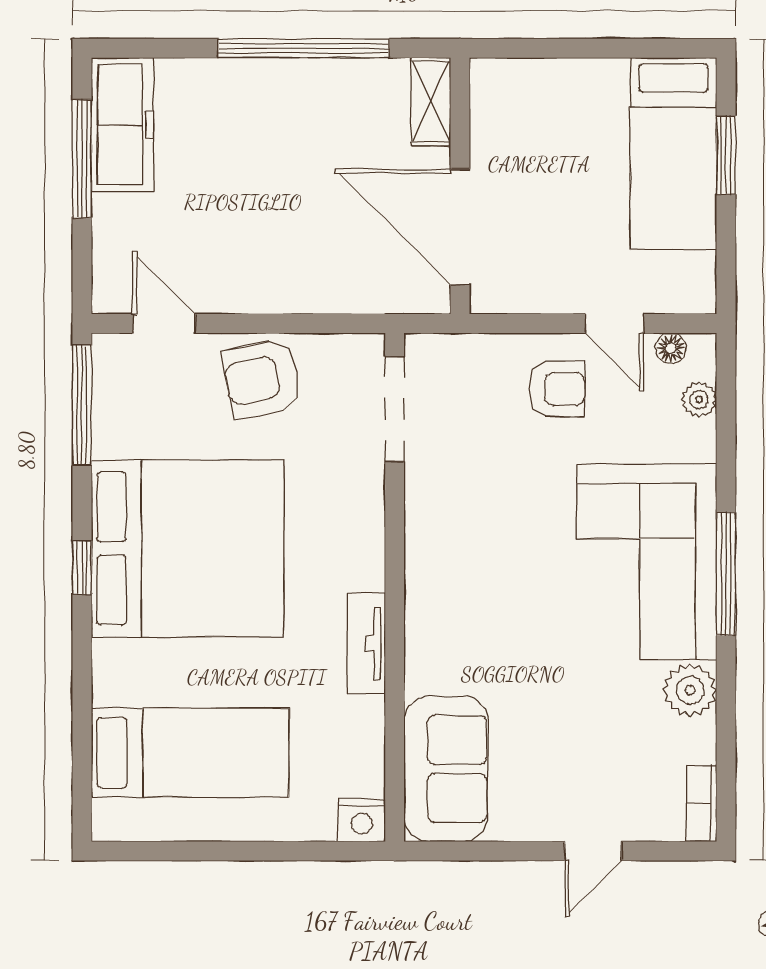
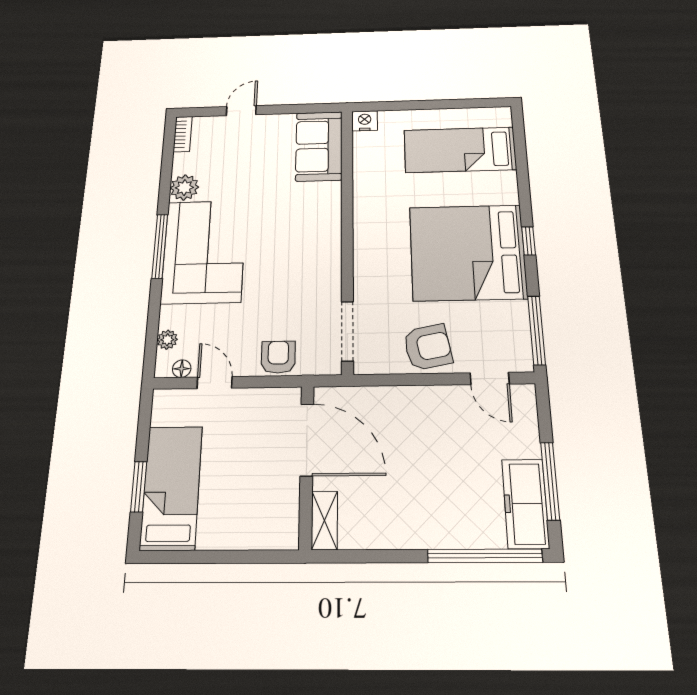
window: (304, 48) -> (485, 556), moved
armchair: (557, 389) -> (278, 357), moved, turned 90
tv unit: (366, 643) -> (363, 206), removed

